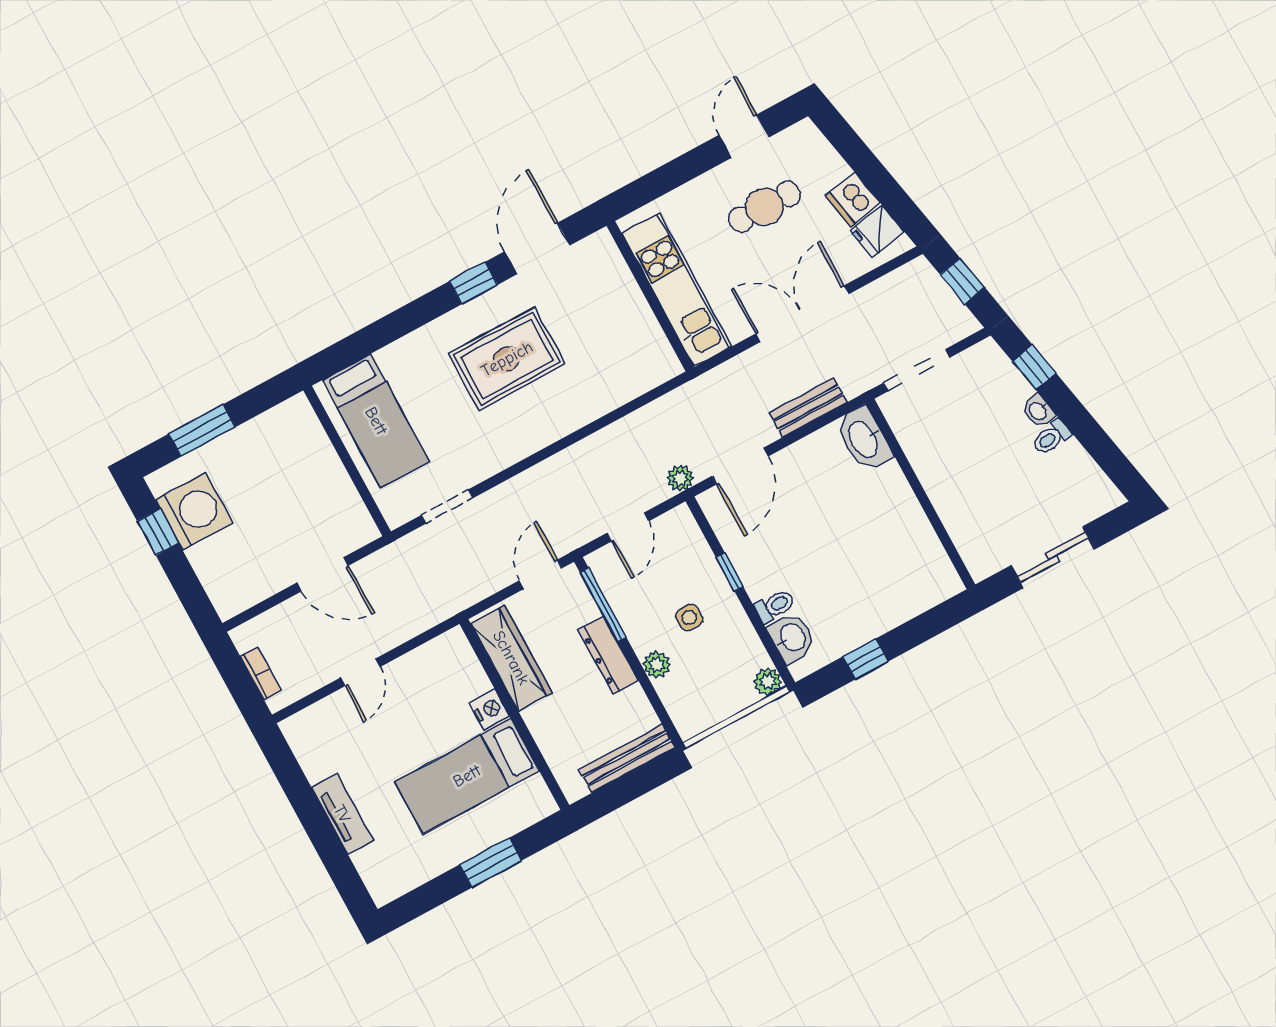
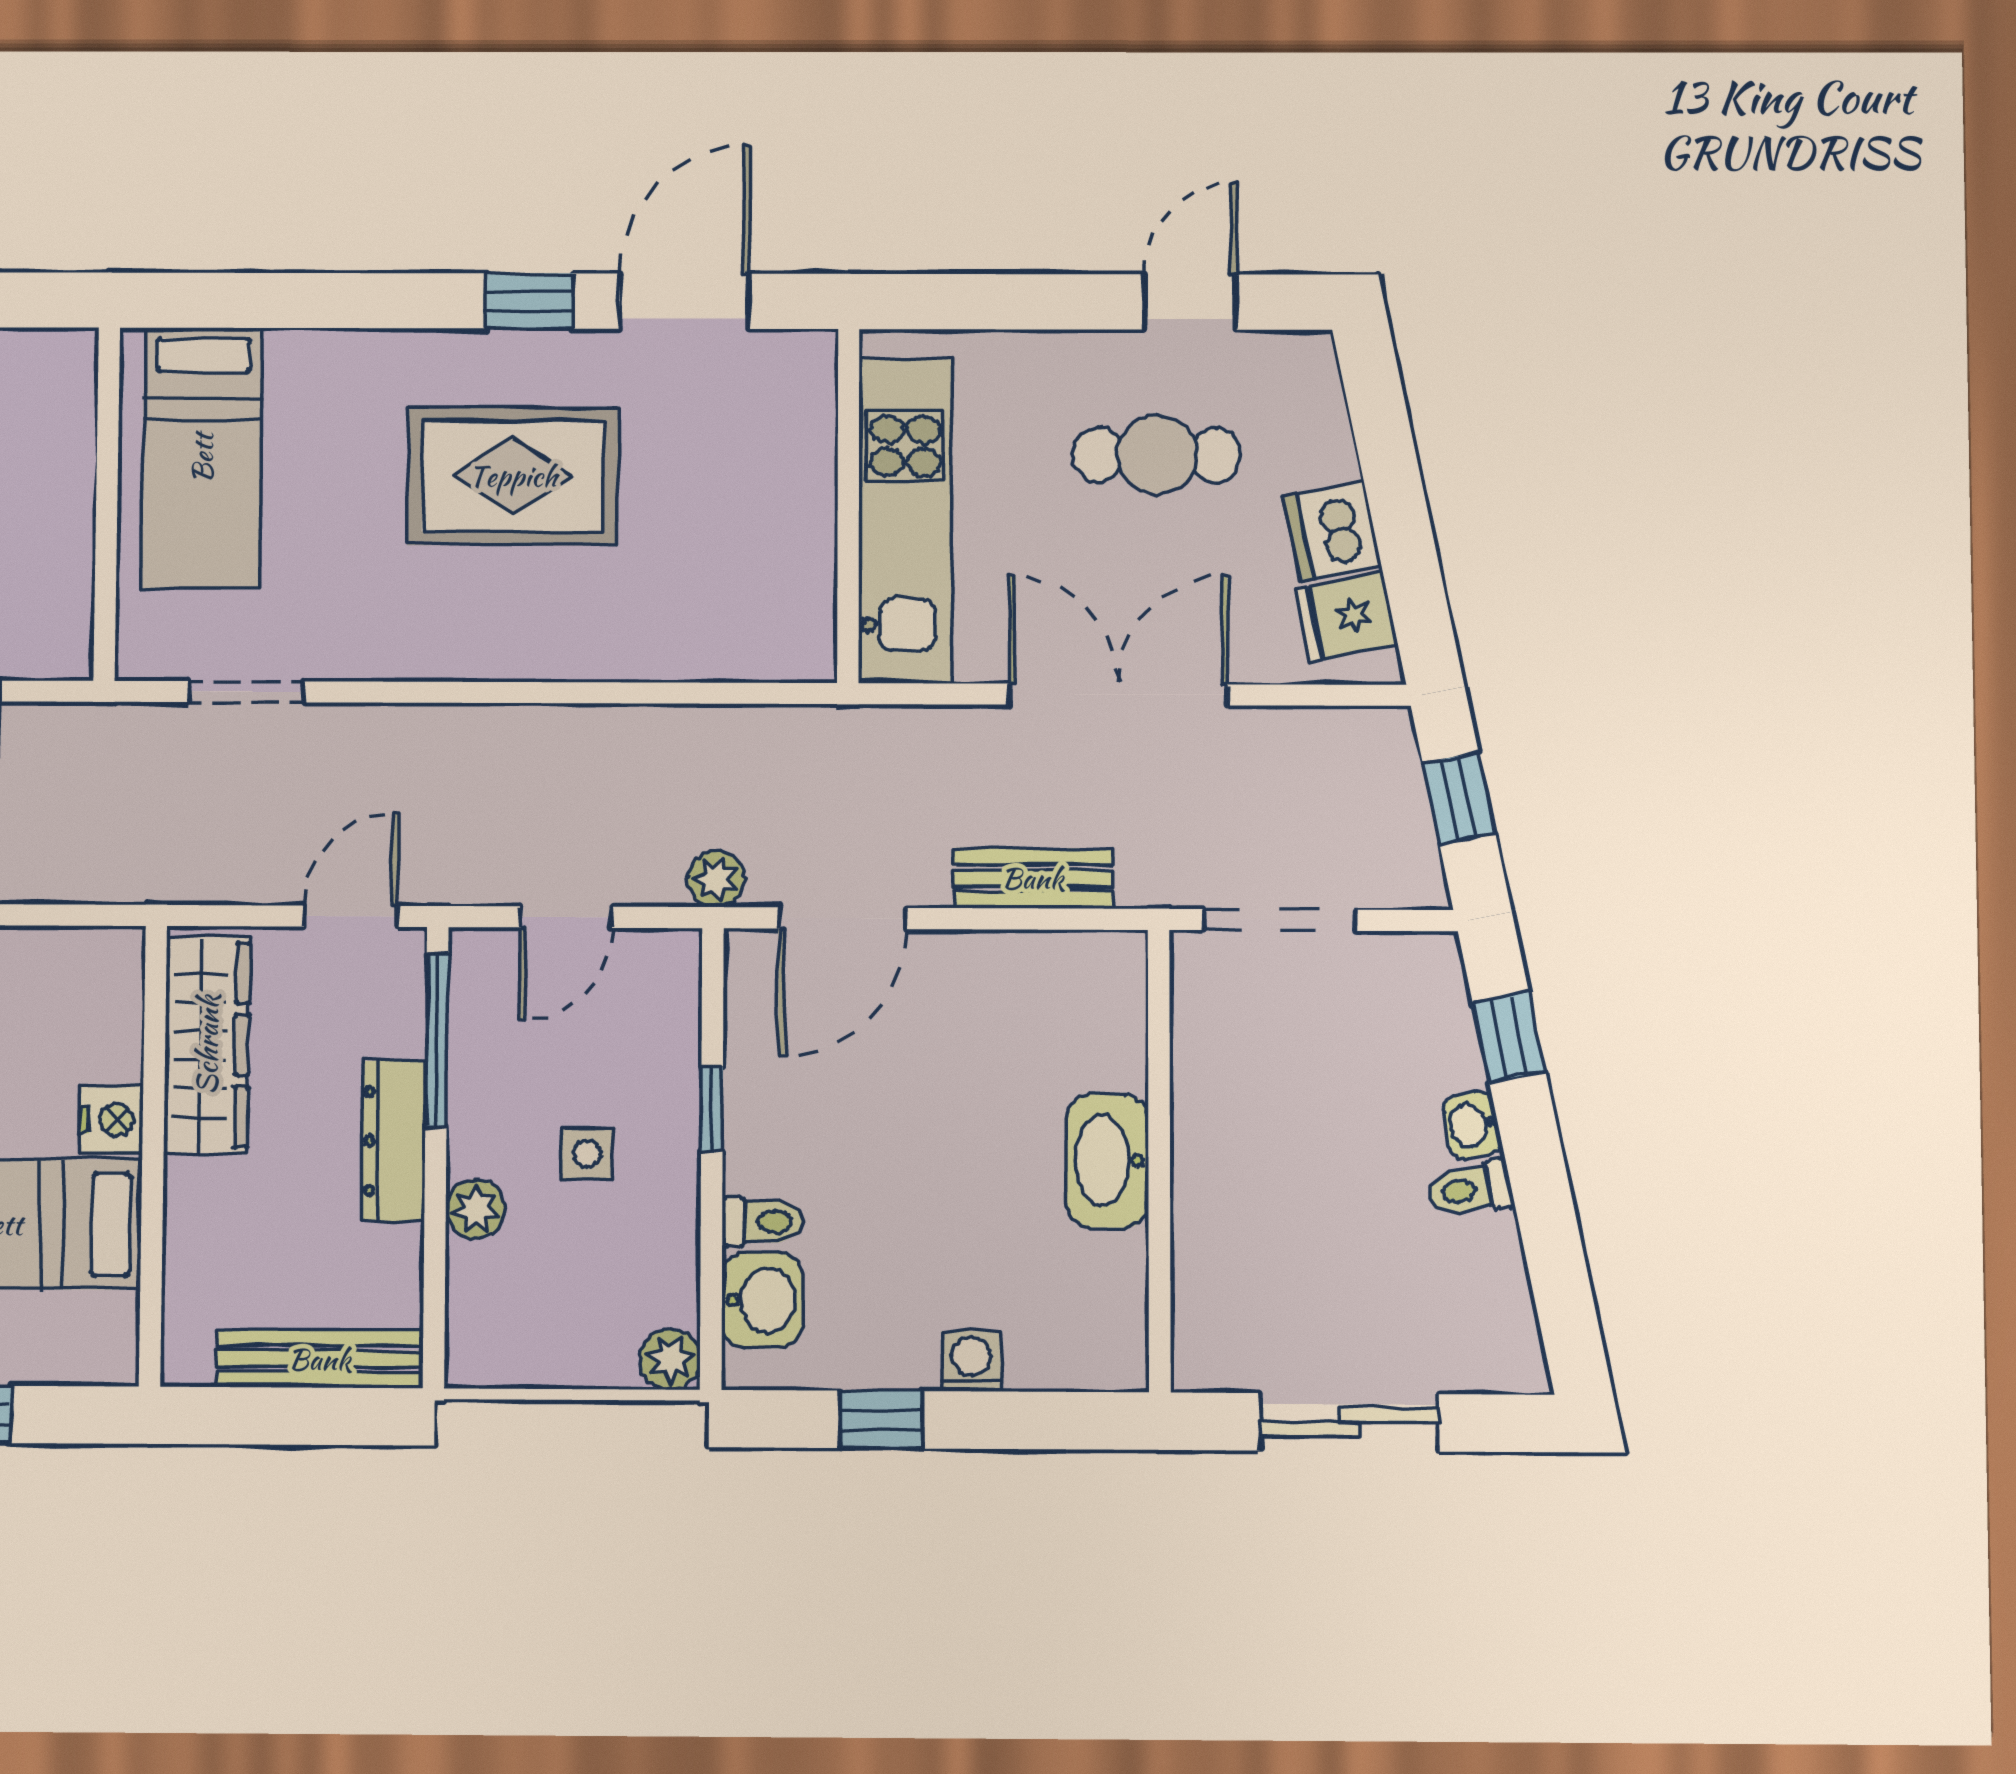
washbasin: (864, 439) -> (1108, 1161), moved
washing machine: (889, 616) -> (971, 1361), added

